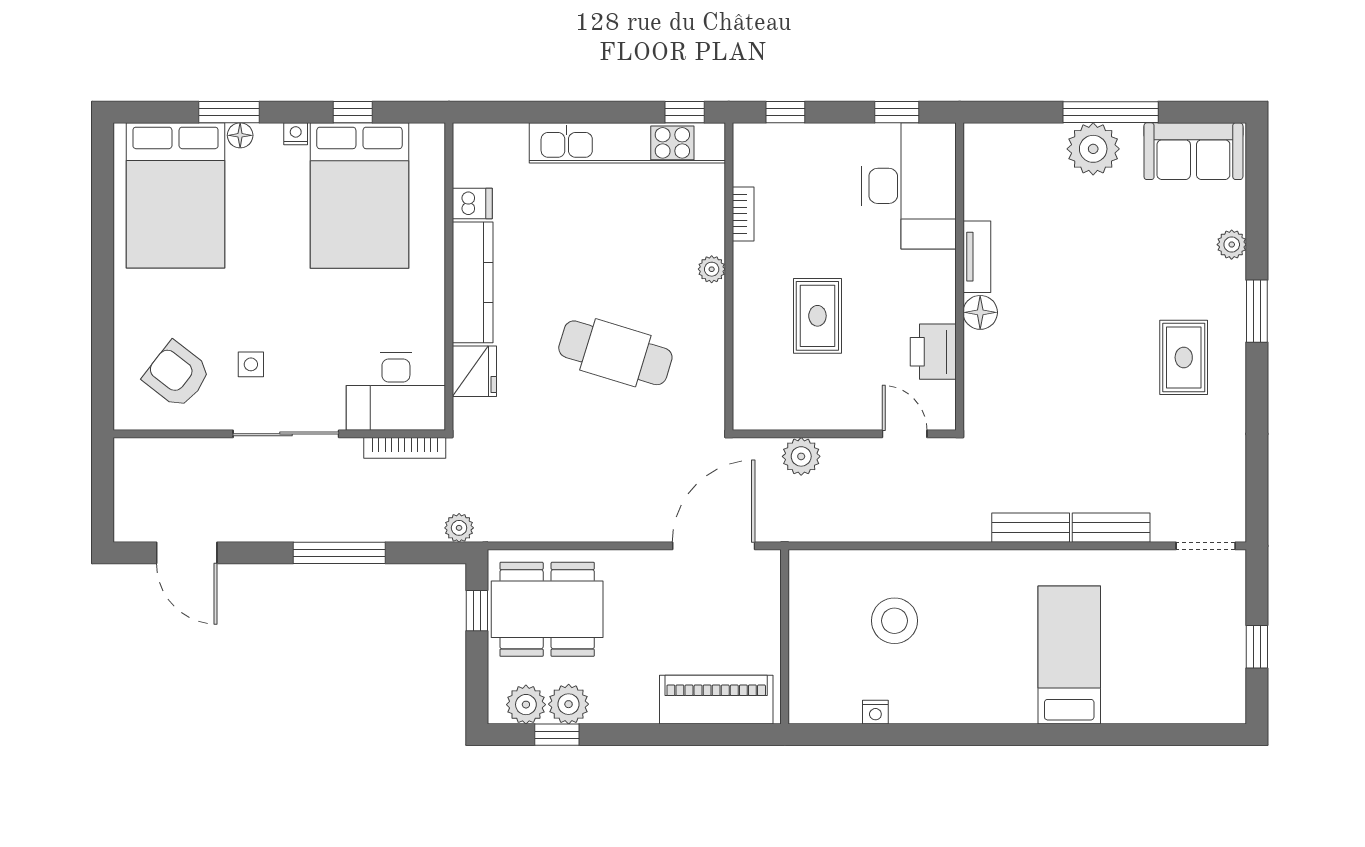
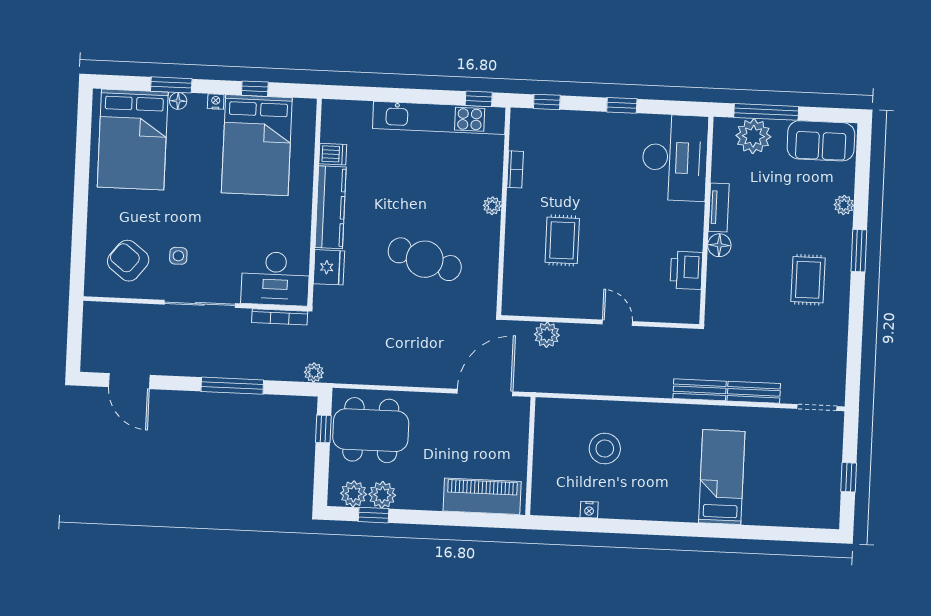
desk: (909, 186) -> (675, 158), moved
tv unit: (977, 257) -> (719, 207), moved
wall: (960, 277) -> (707, 220), moved
floor lamp: (980, 312) -> (719, 245), moved
printer: (933, 352) -> (686, 270), moved

